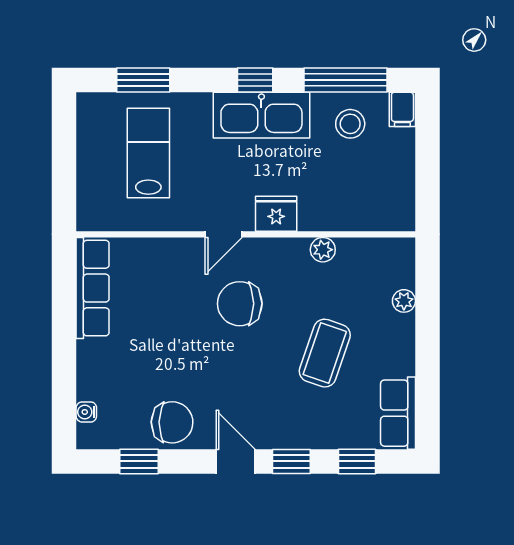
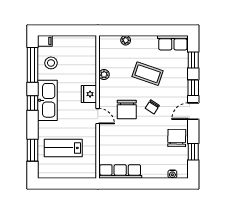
chair: (246, 364) -> (152, 107), added

